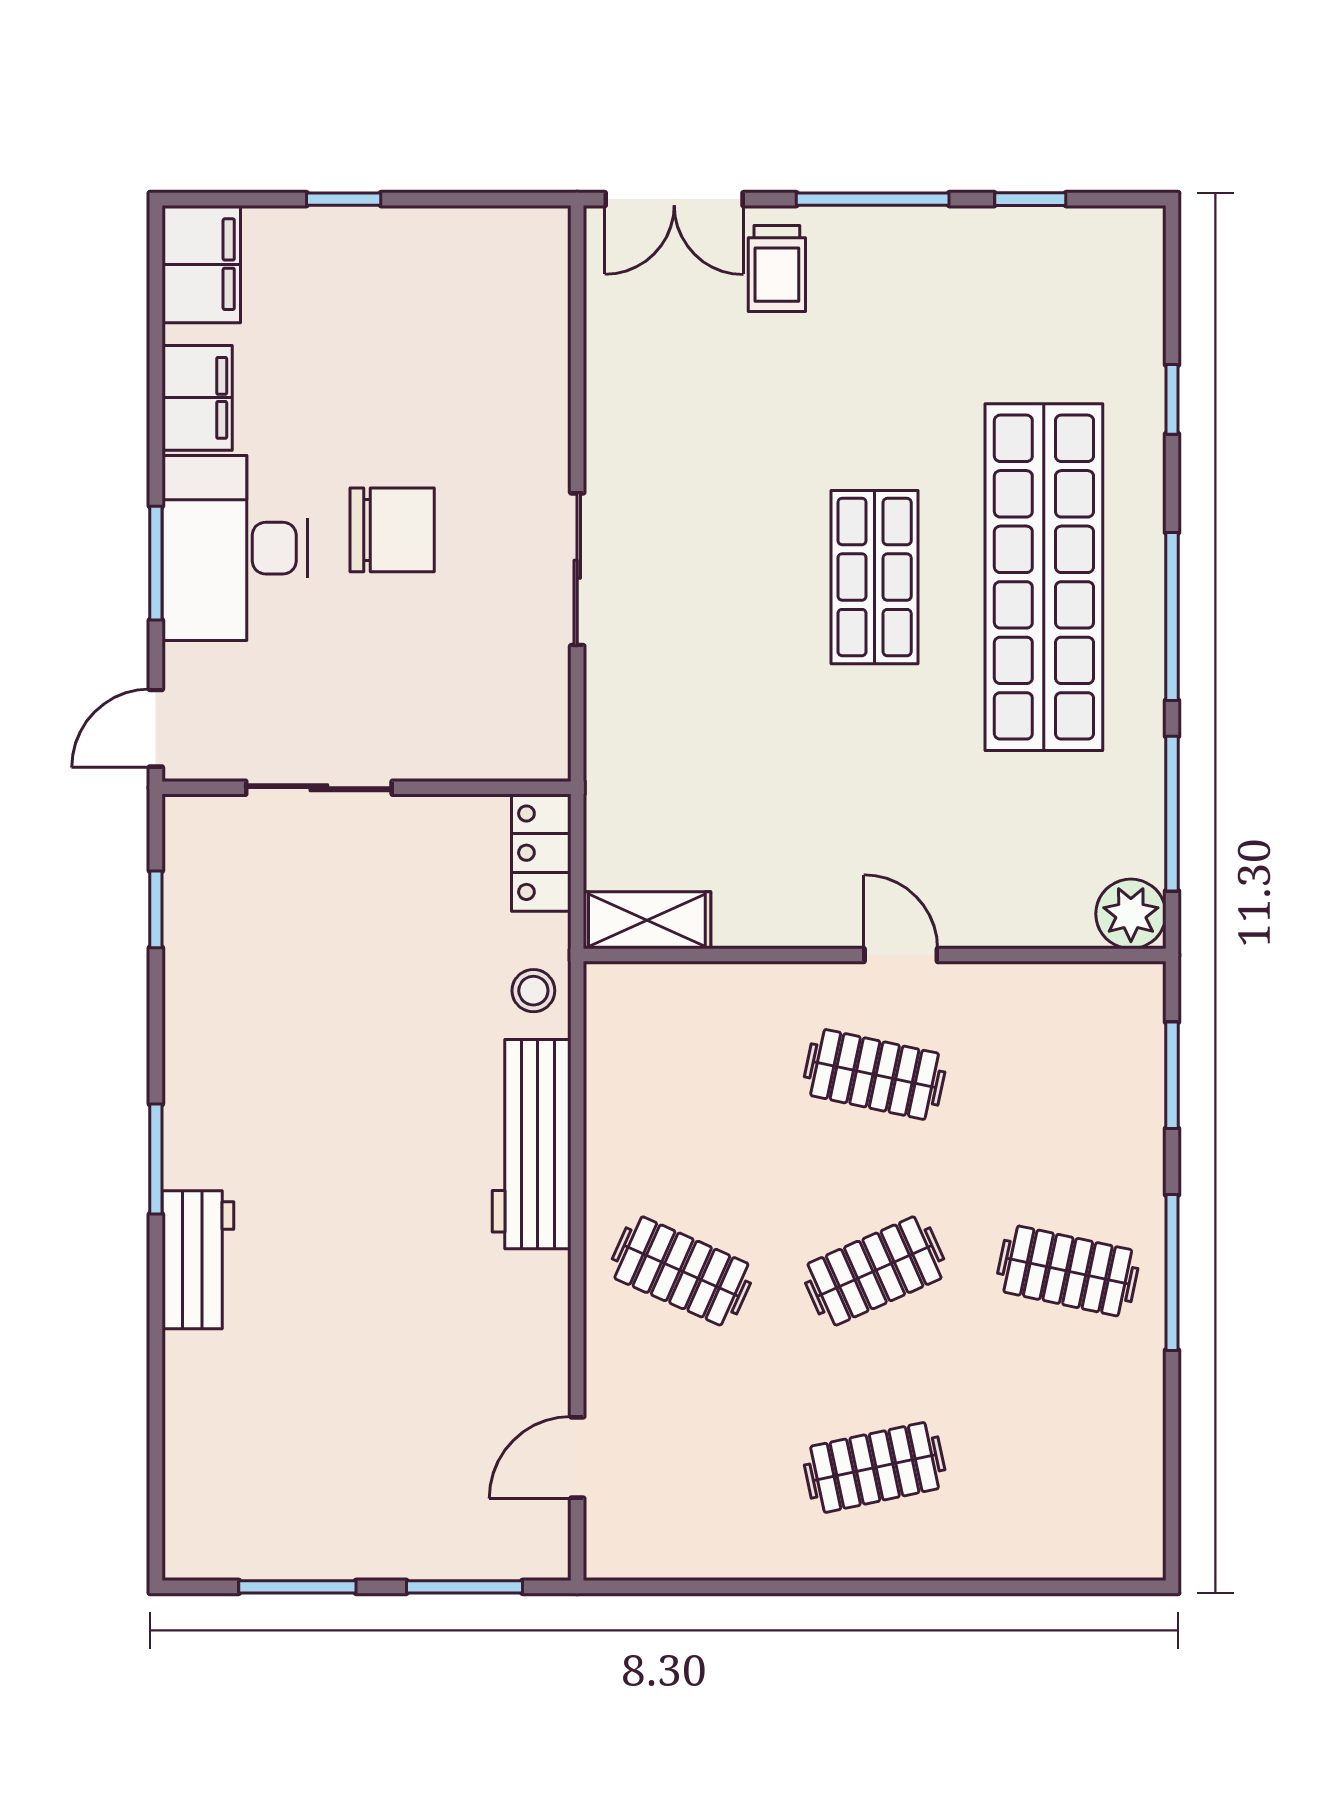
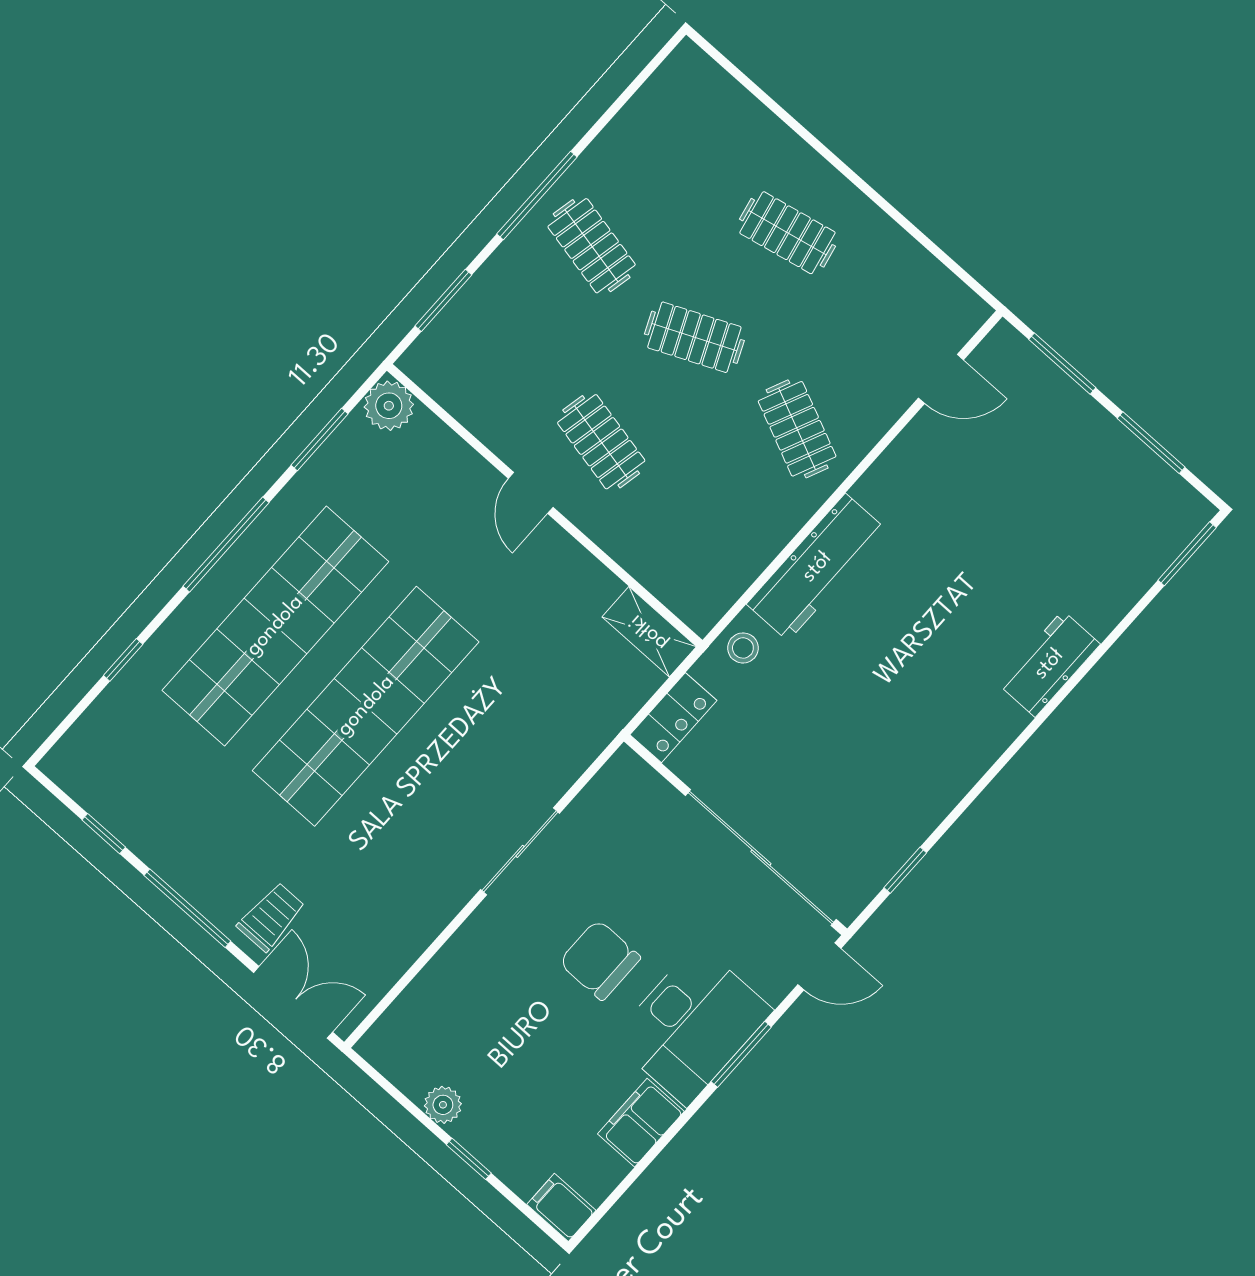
plant: (421, 232) -> (443, 1105), added
filing cabinet: (201, 264) -> (561, 1207), width x0.50
shop shelf: (875, 577) -> (366, 706), width x2.00, depth x1.36
sliding door: (319, 788) -> (761, 858), width x1.86
window: (1172, 814) -> (319, 440), width x0.69
window: (156, 1159) -> (1187, 554), moved

